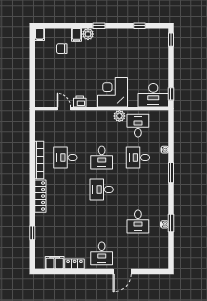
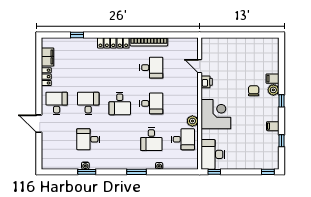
filing cabinet: (40, 35) -> (273, 126), moved
chair: (62, 49) -> (254, 91), moved
door: (64, 109) -> (200, 66), swing flipped
desk: (65, 158) -> (151, 68), turned 90
desk: (102, 158) -> (151, 103), turned 180
desk: (138, 158) -> (151, 139), turned 180
desk: (102, 190) -> (120, 103), turned 180
desk: (102, 221) -> (88, 103), added
desk: (102, 253) -> (57, 103), turned 90

